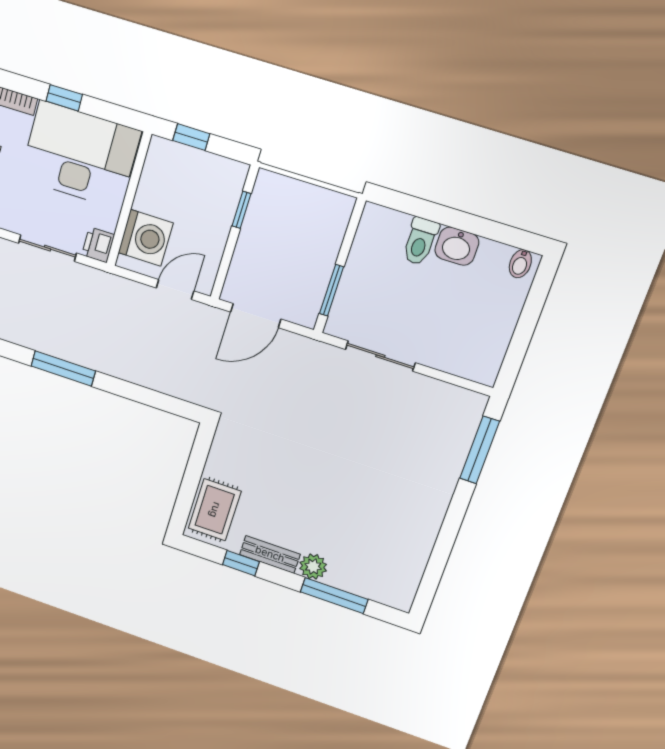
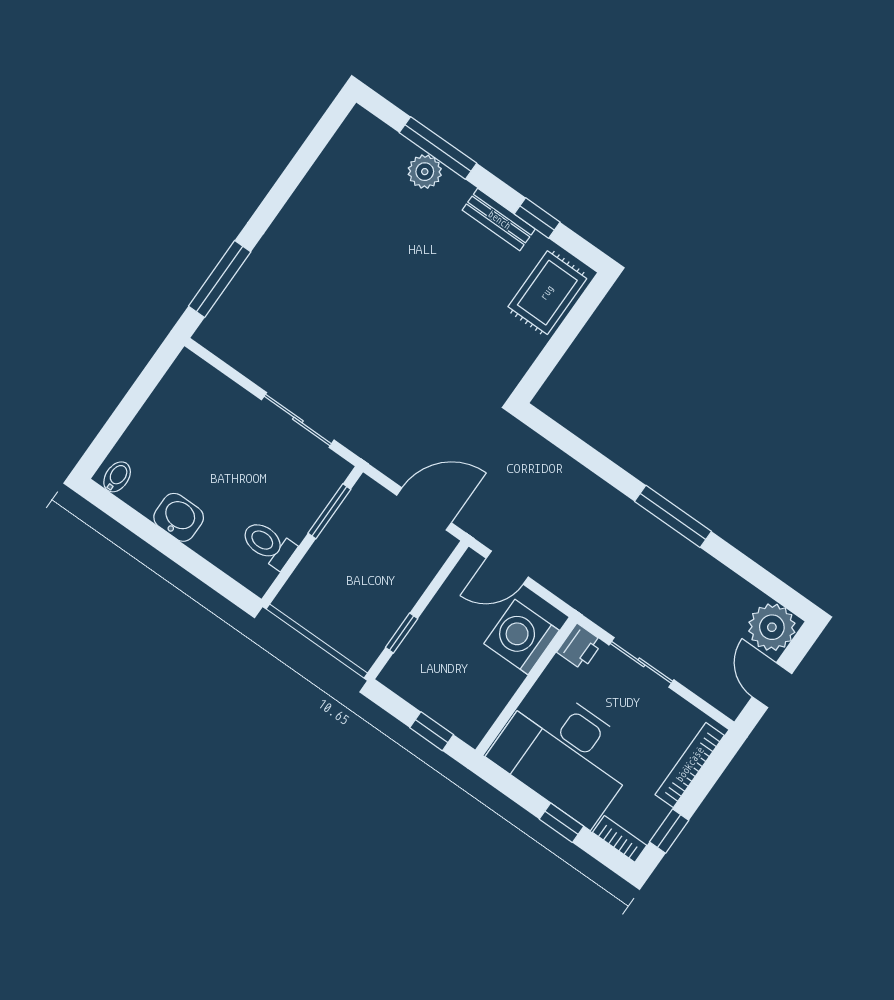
toilet: (420, 241) -> (268, 544), moved, turned -90
plant: (313, 567) -> (425, 172), moved

